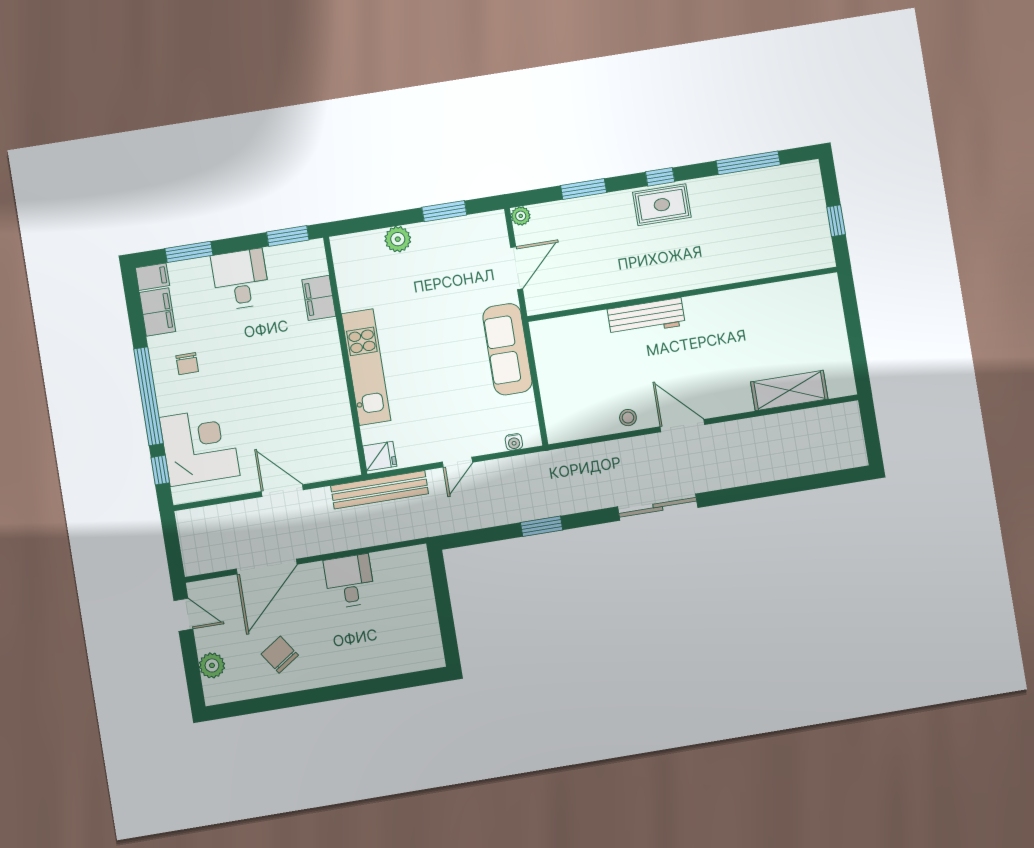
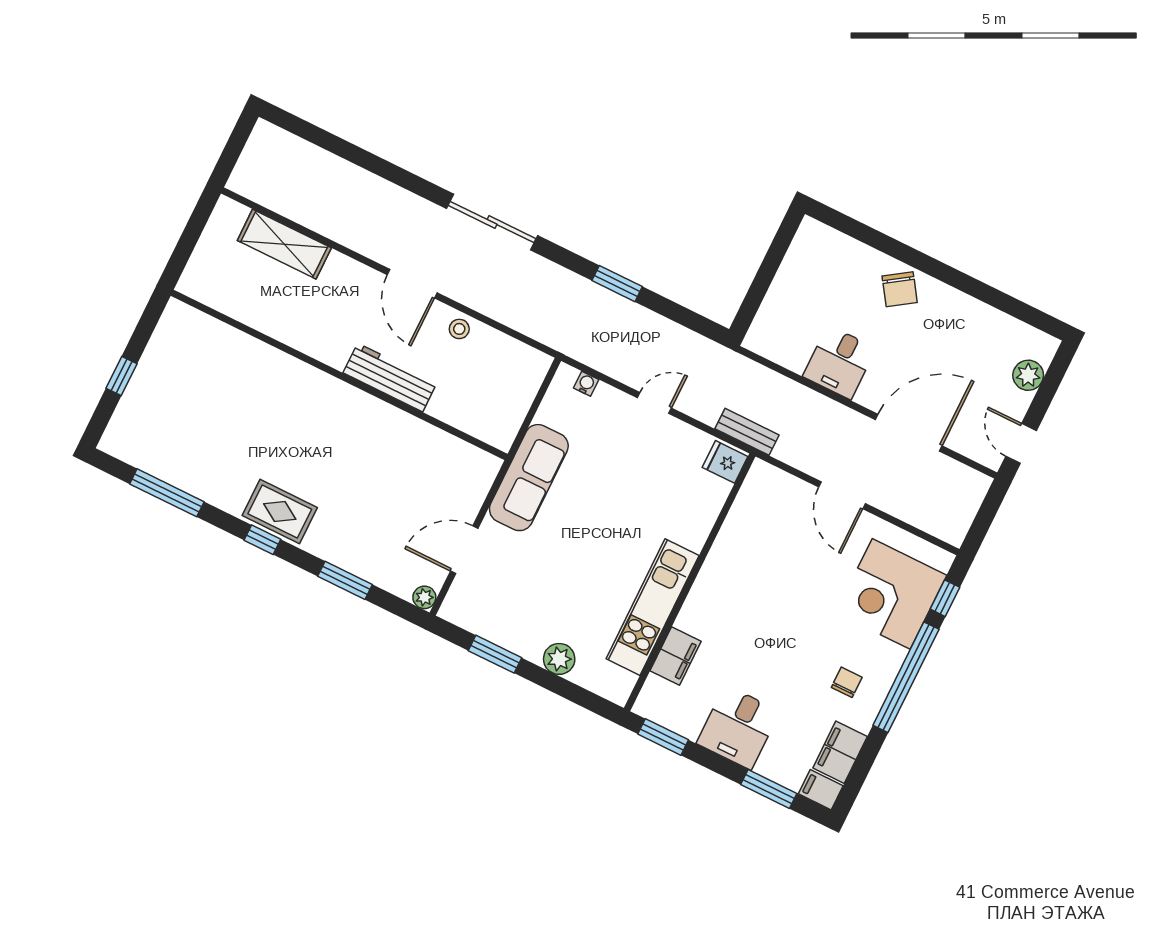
wall: (683, 294) -> (339, 375), moved
workbench: (646, 317) -> (390, 378), moved
kitchen unit: (366, 367) -> (653, 607), moved
bench: (380, 490) -> (747, 432), width x0.54, depth x0.82
chair: (280, 655) -> (900, 289), moved

